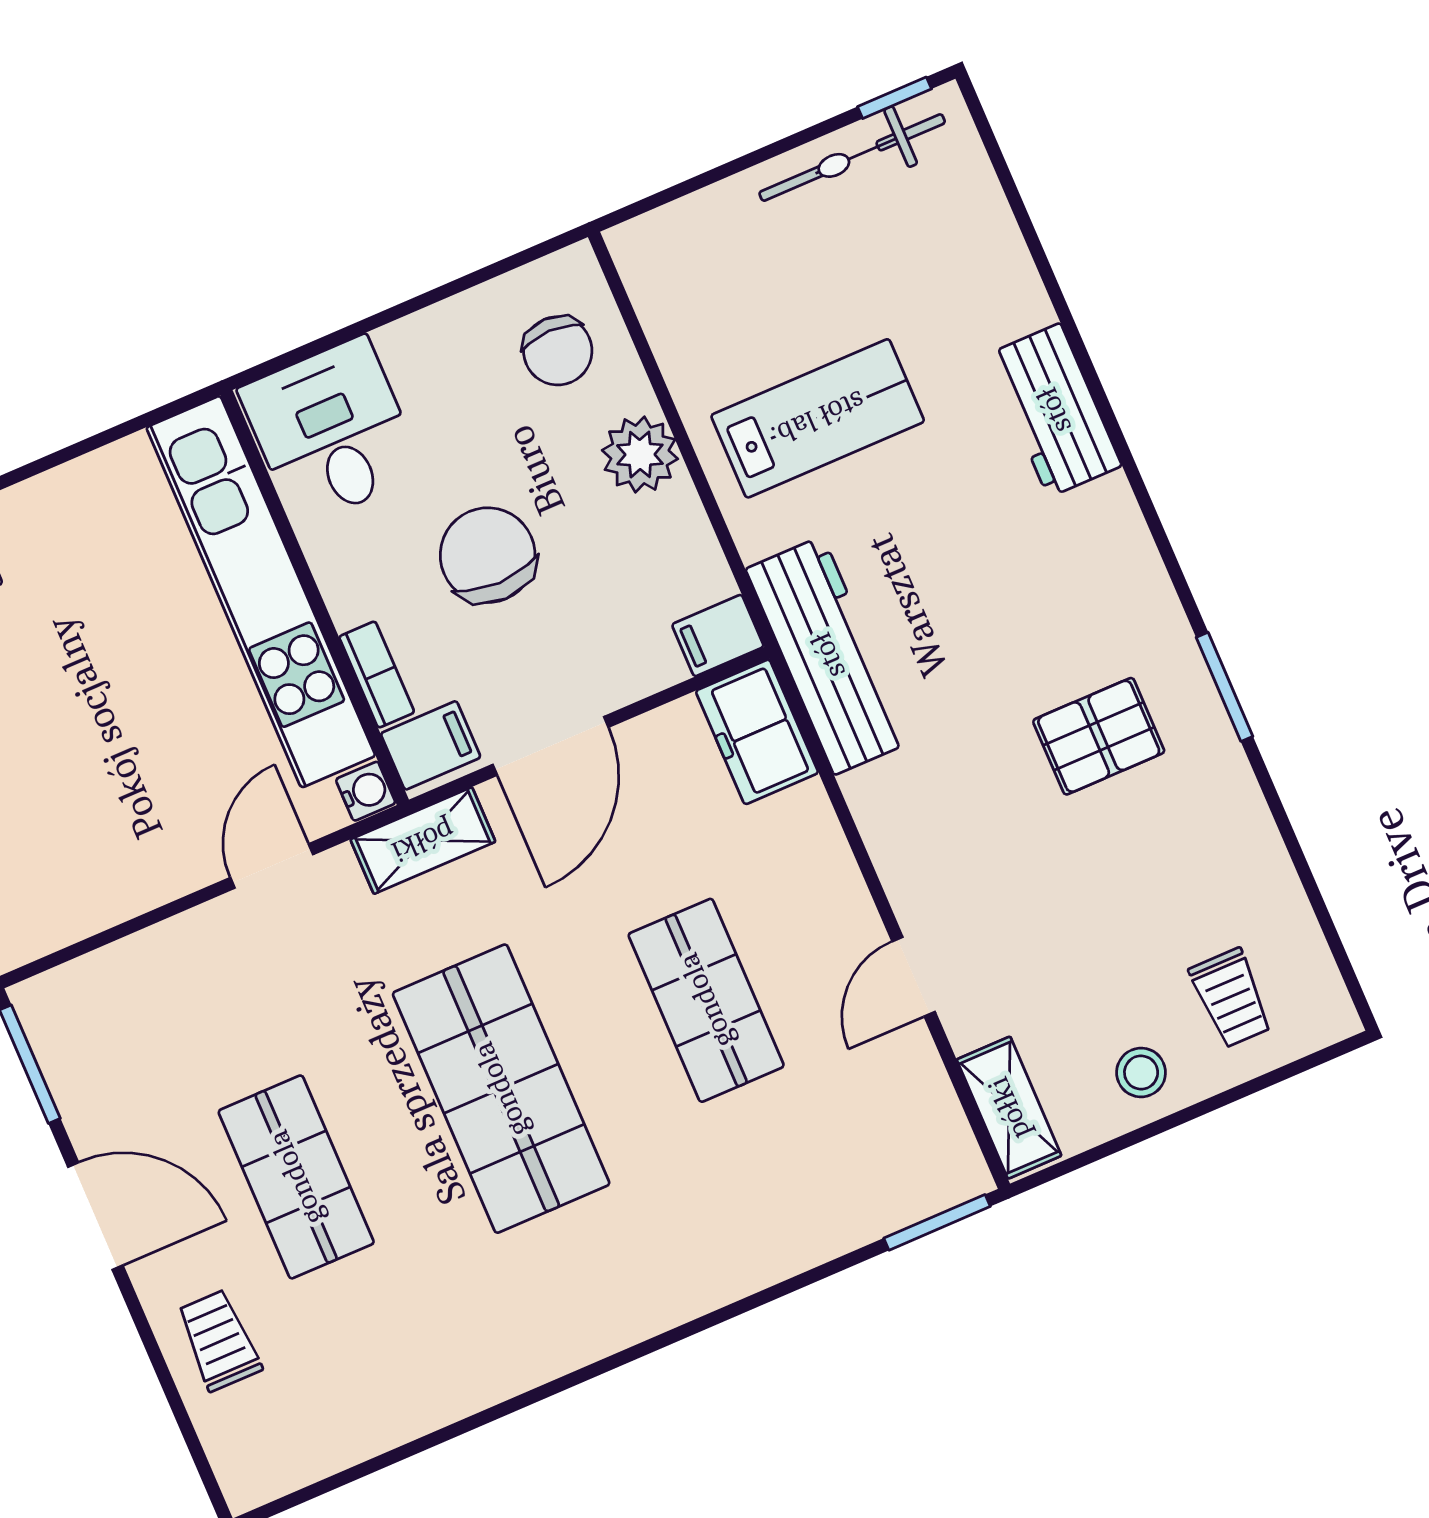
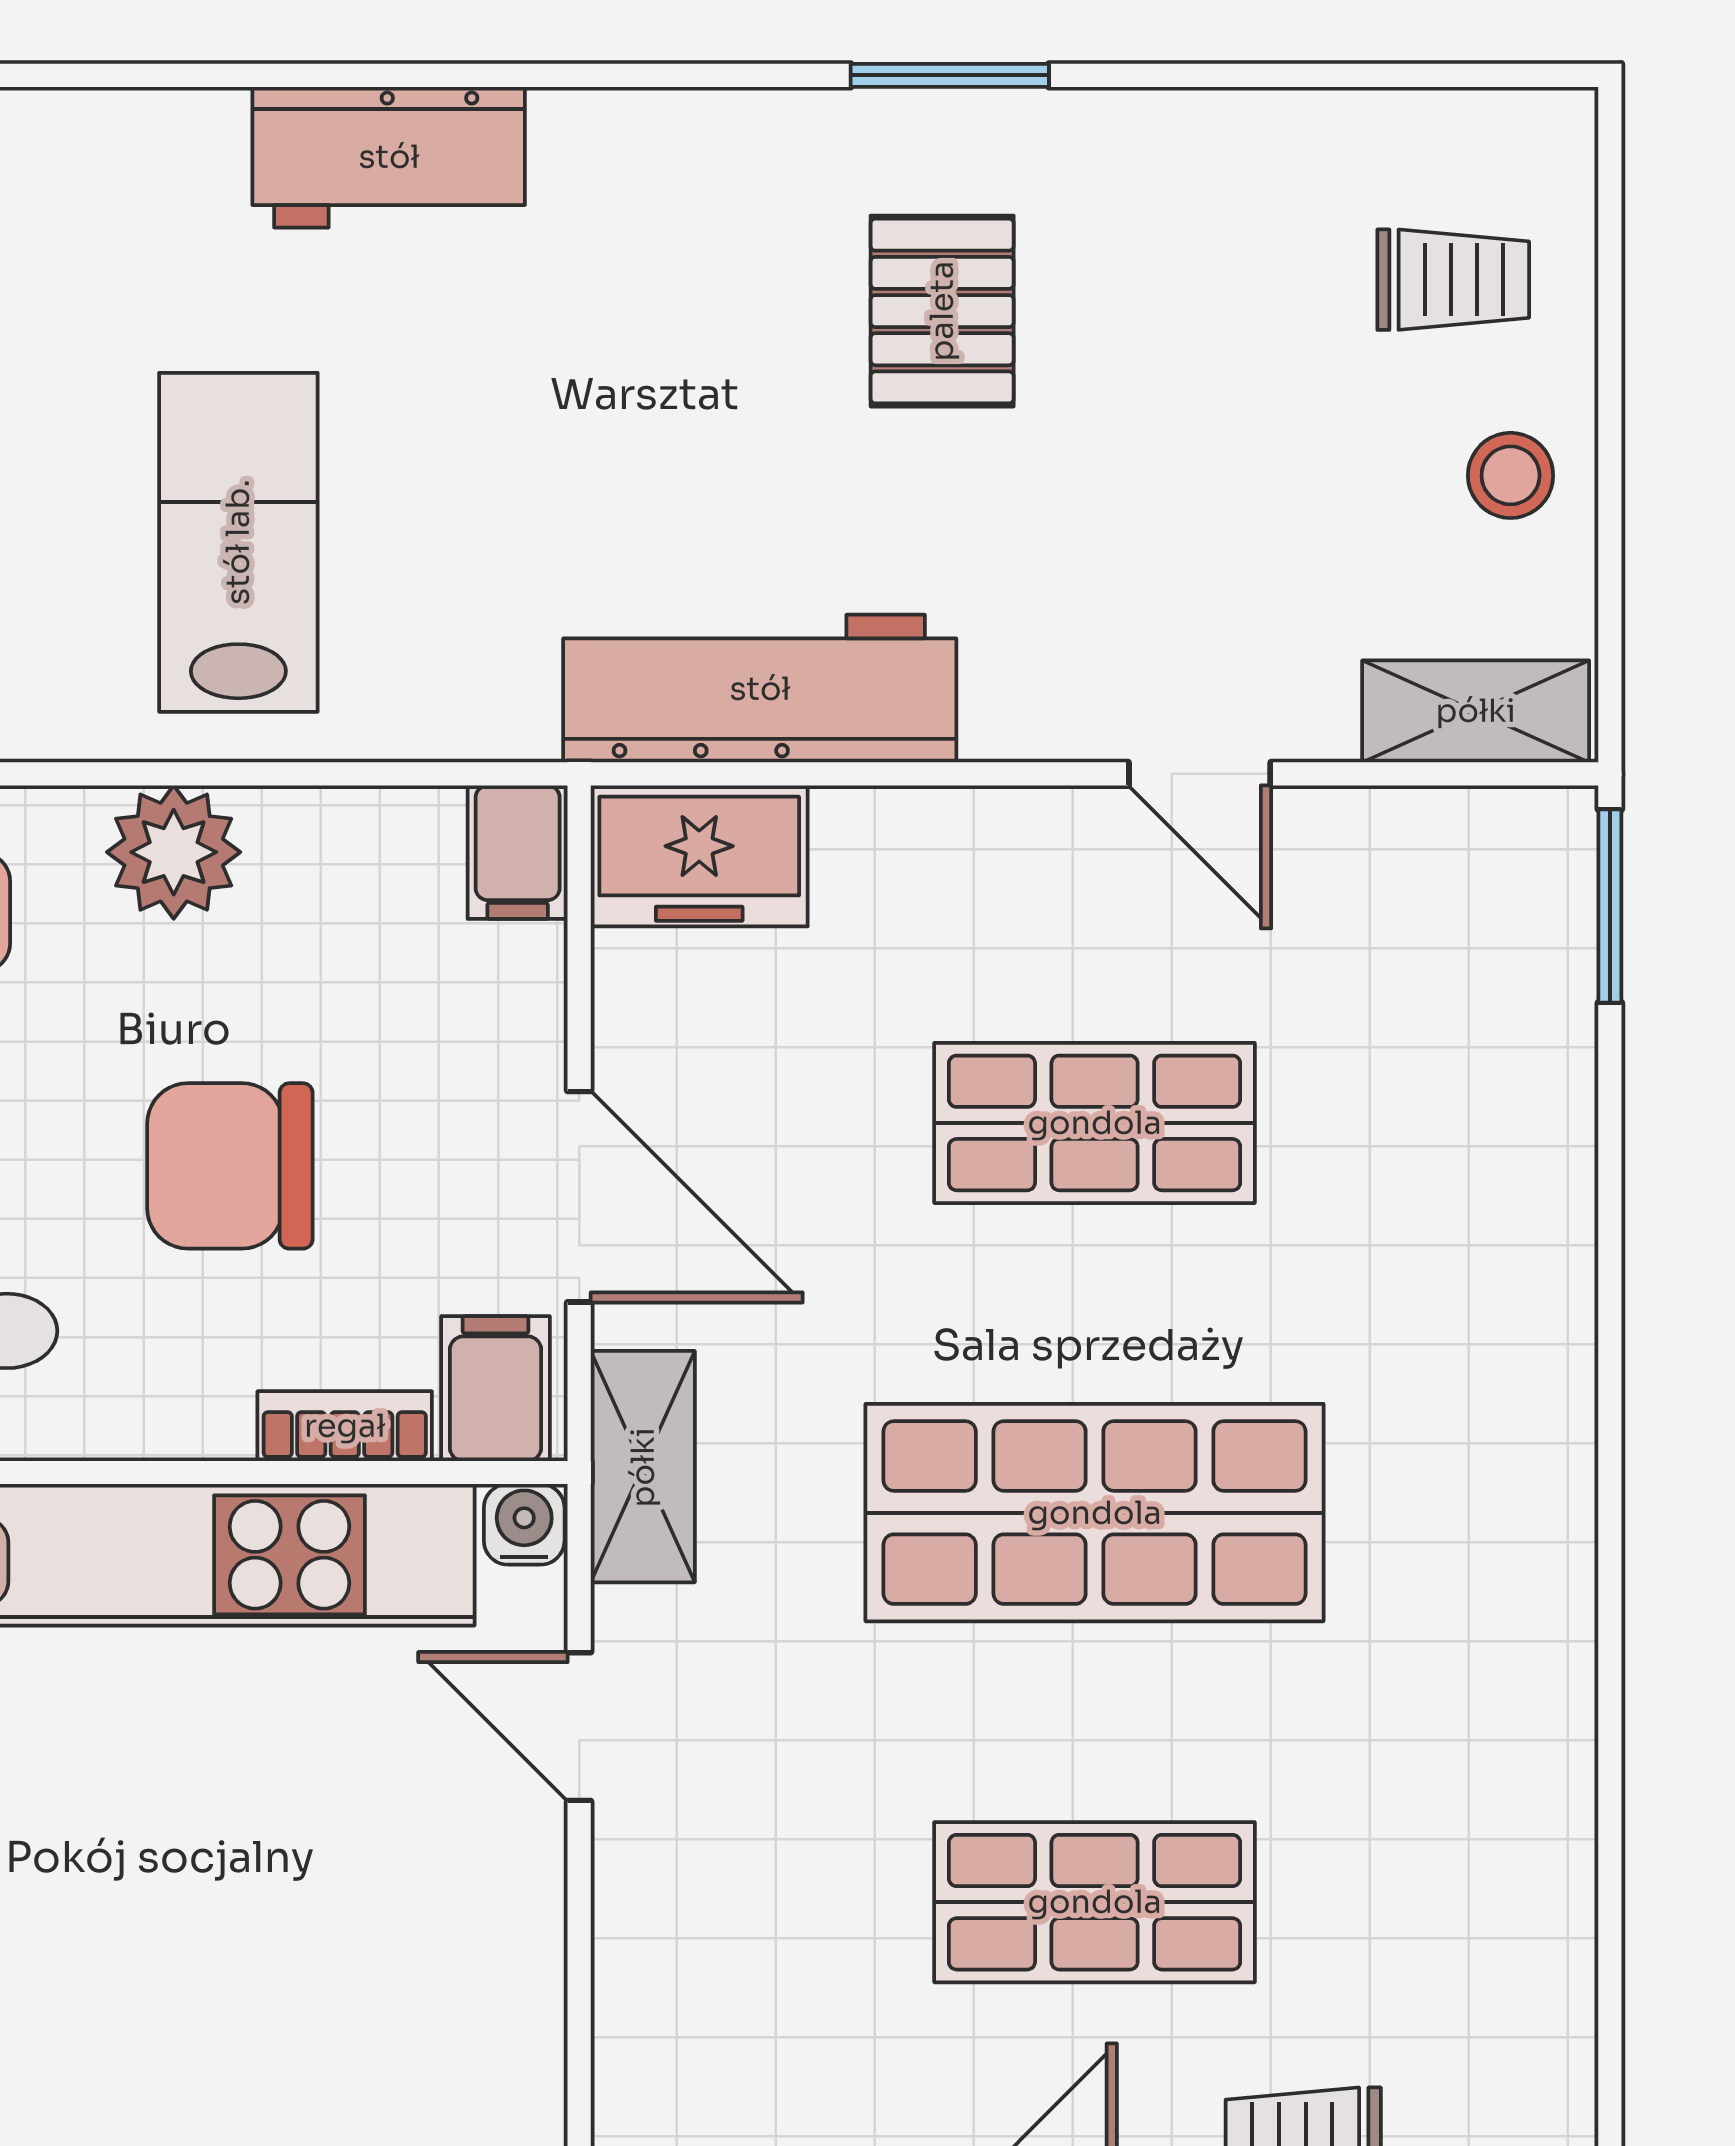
workbench: (828, 655) -> (760, 689), moved

